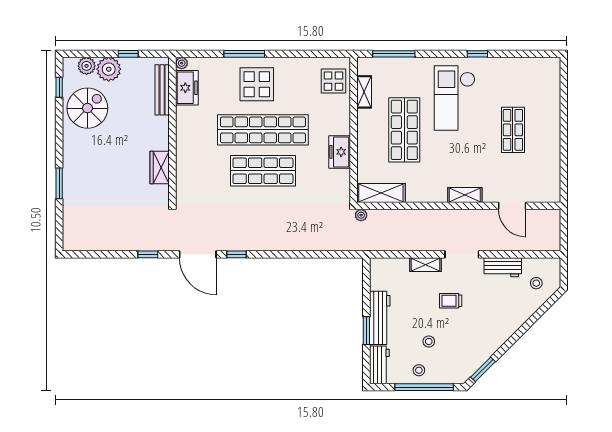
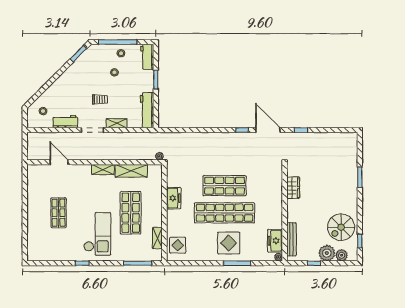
shelving: (381, 193) -> (131, 171), moved
shelving: (465, 195) -> (103, 170), moved
workbench: (380, 318) -> (147, 110), moved

